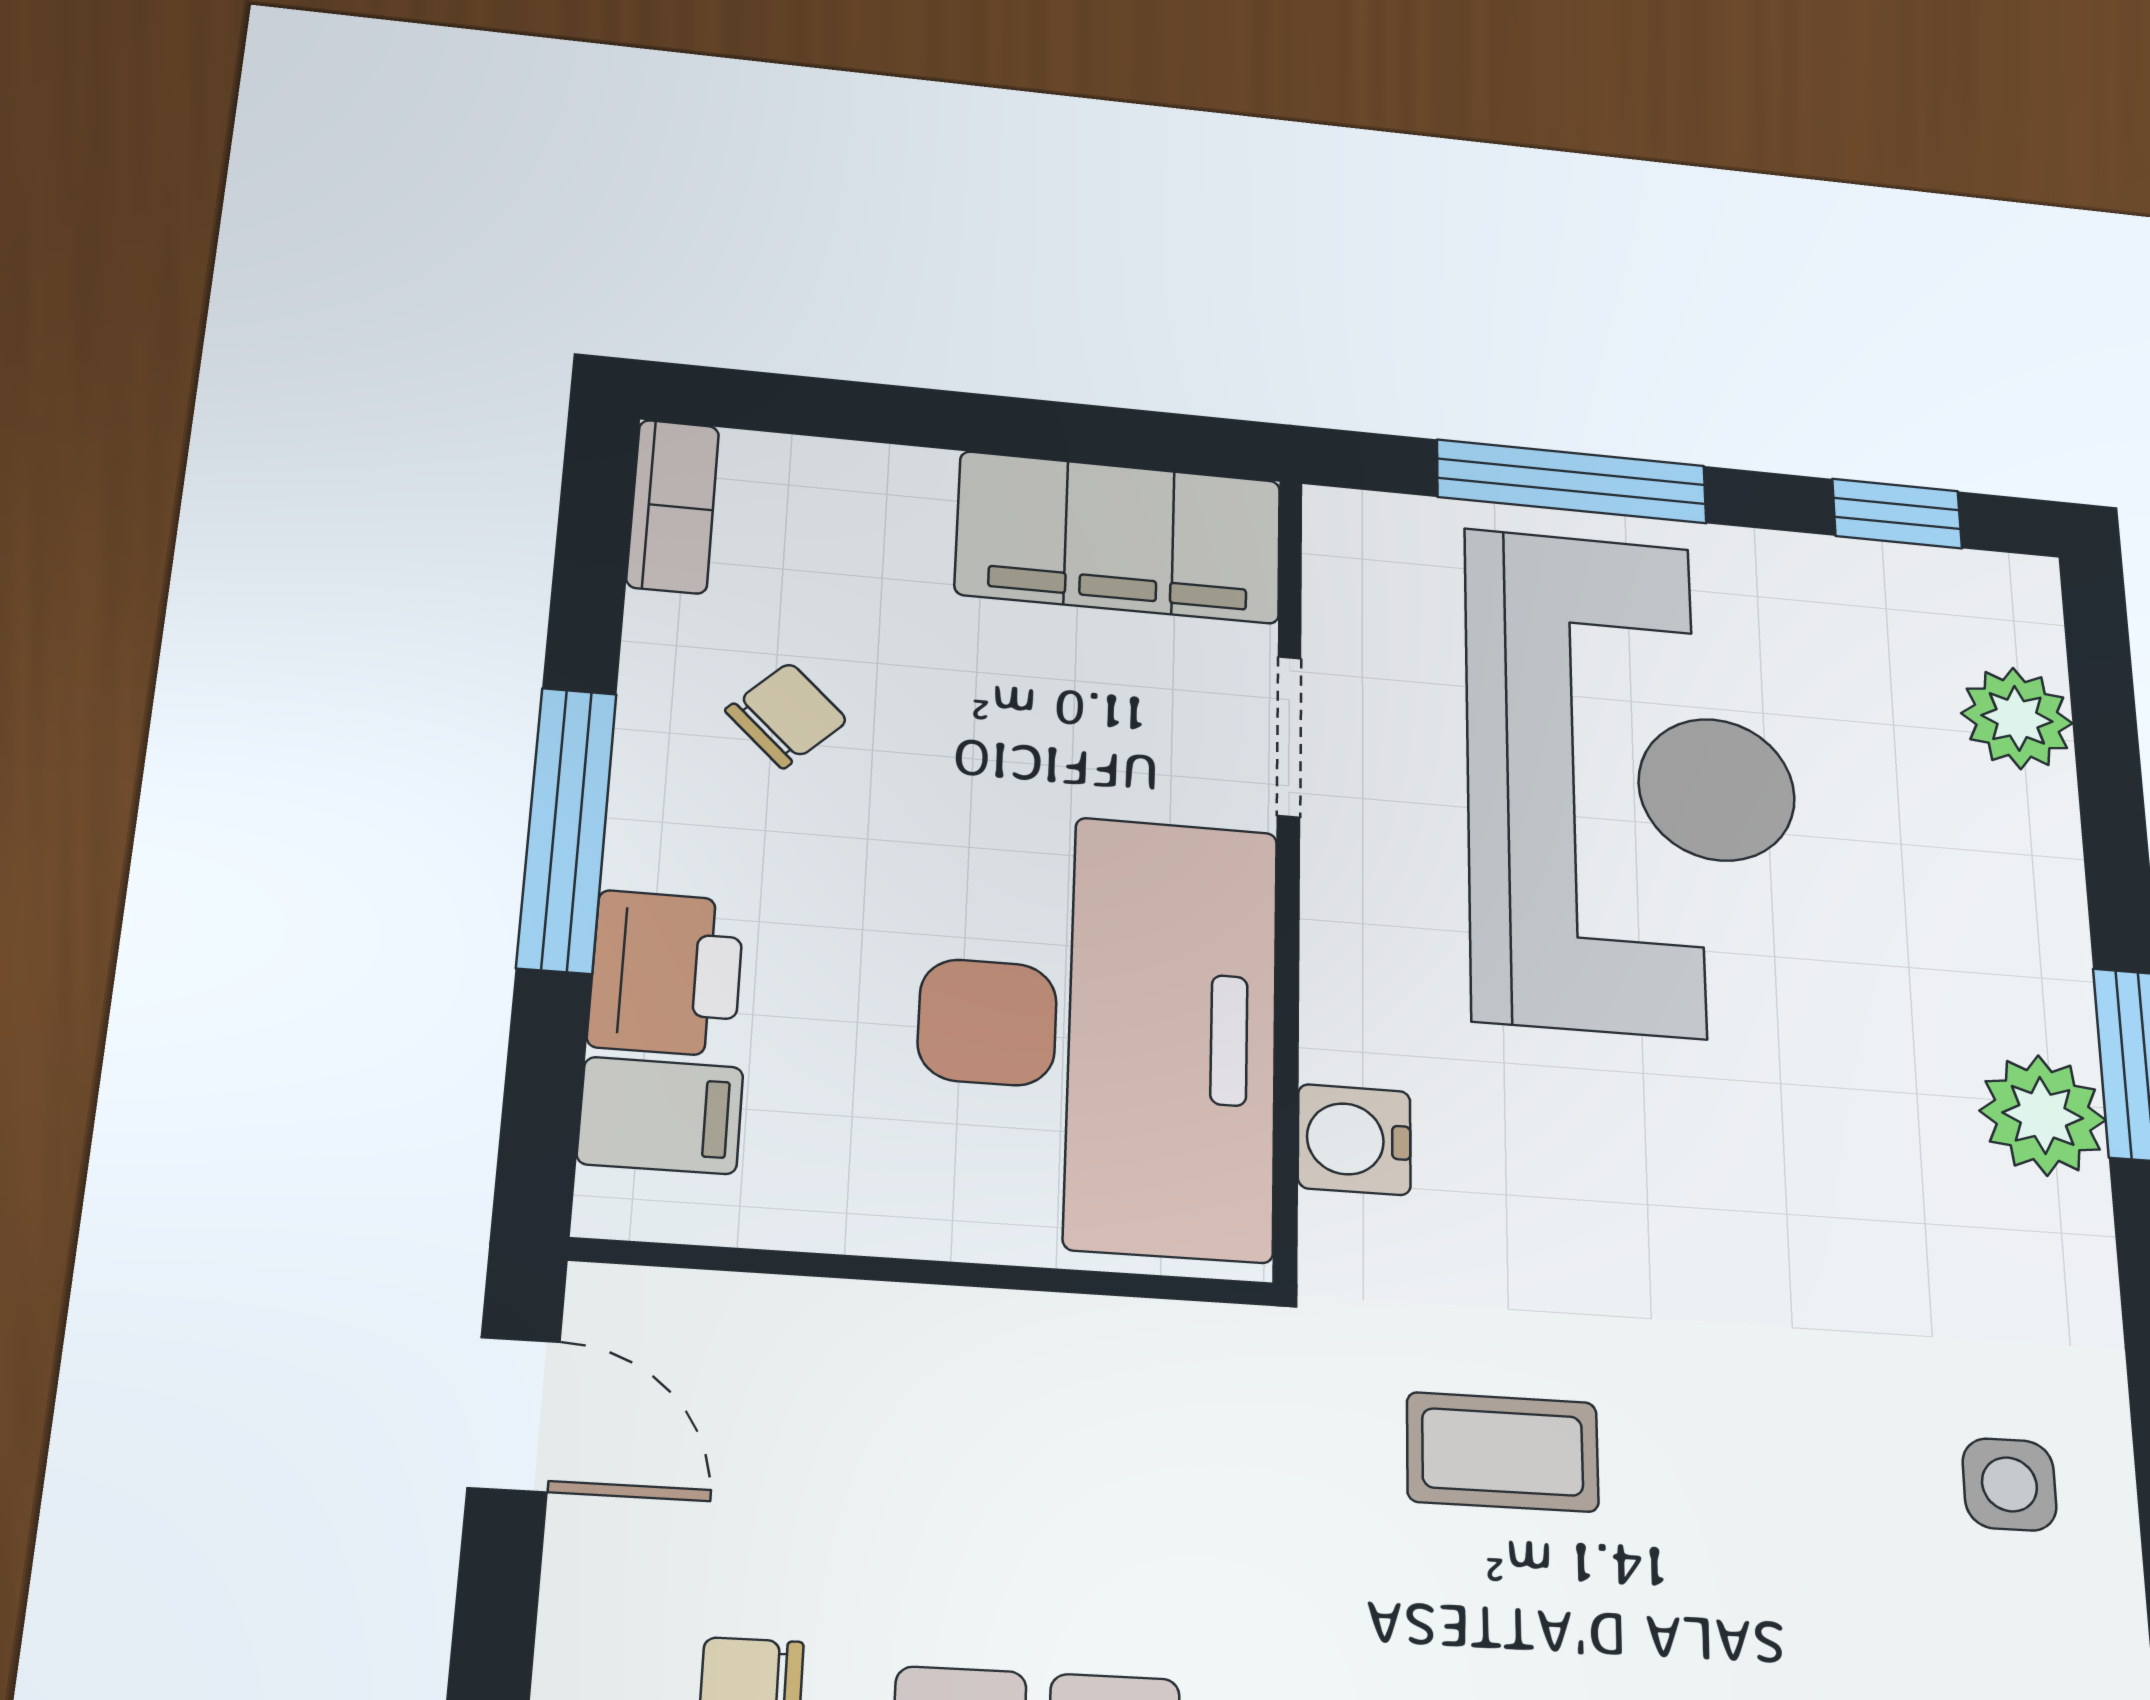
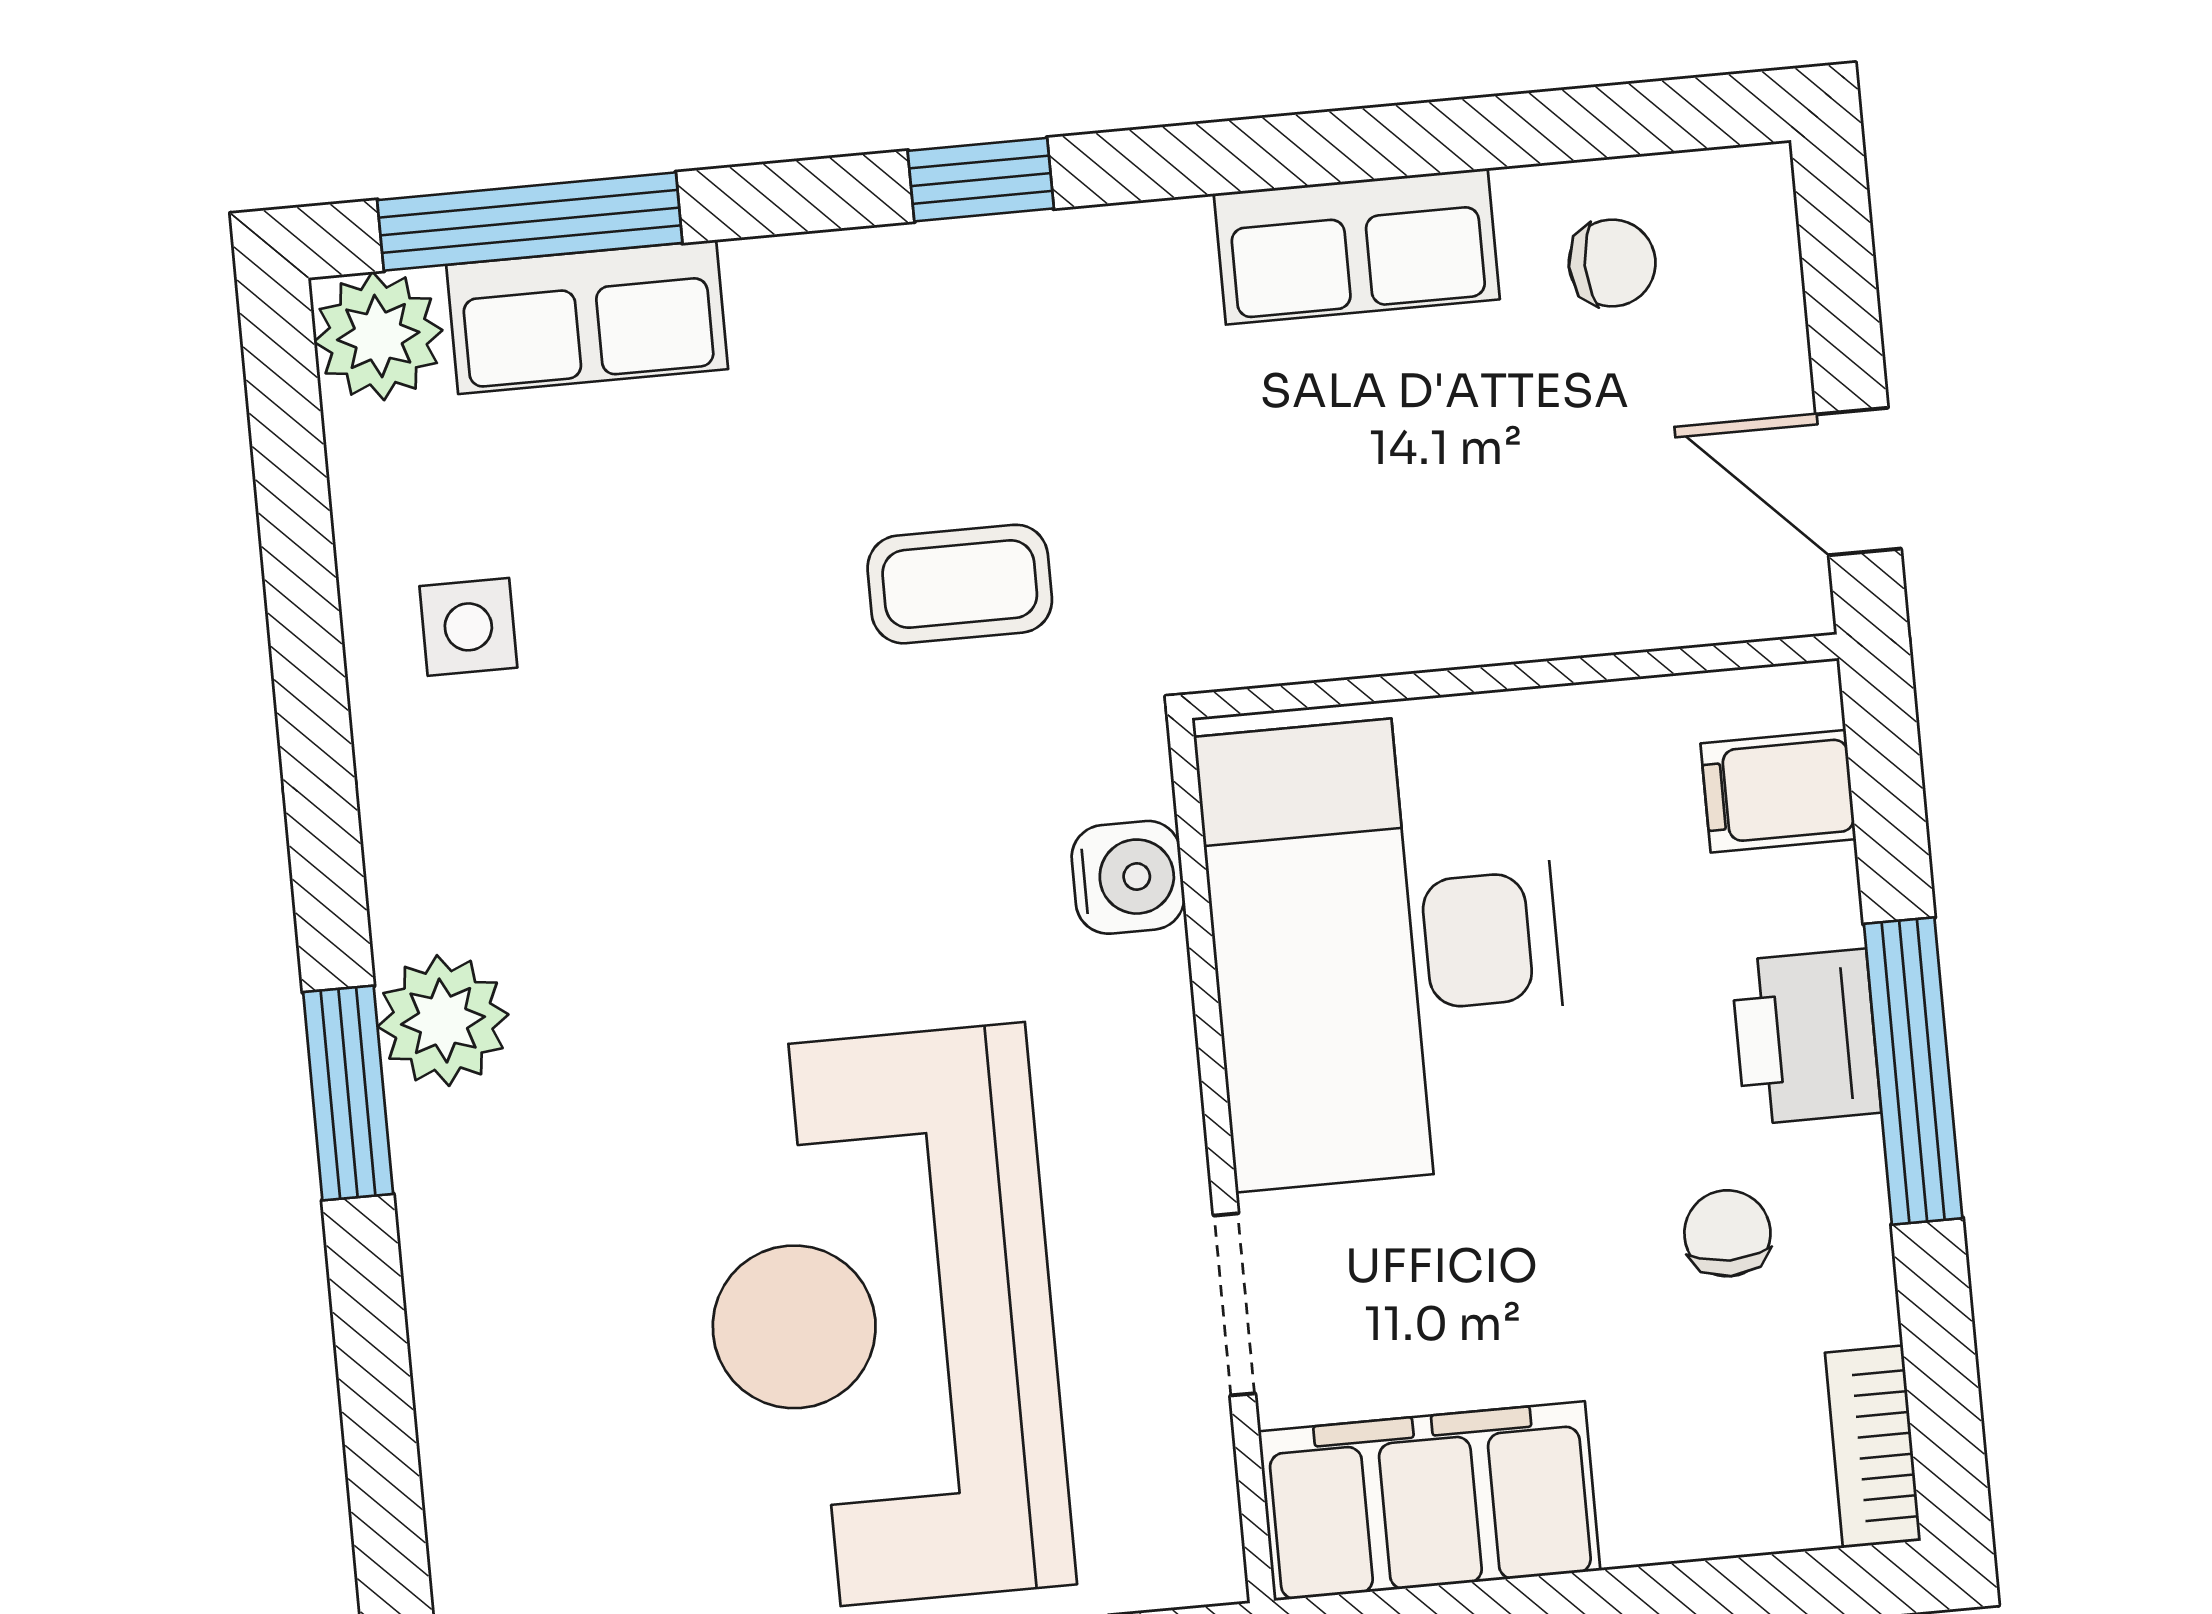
chair: (786, 715) -> (1727, 1233), turned 135
plant: (2017, 718) -> (480, 1472), removed
printer: (666, 973) -> (1806, 1037), moved

